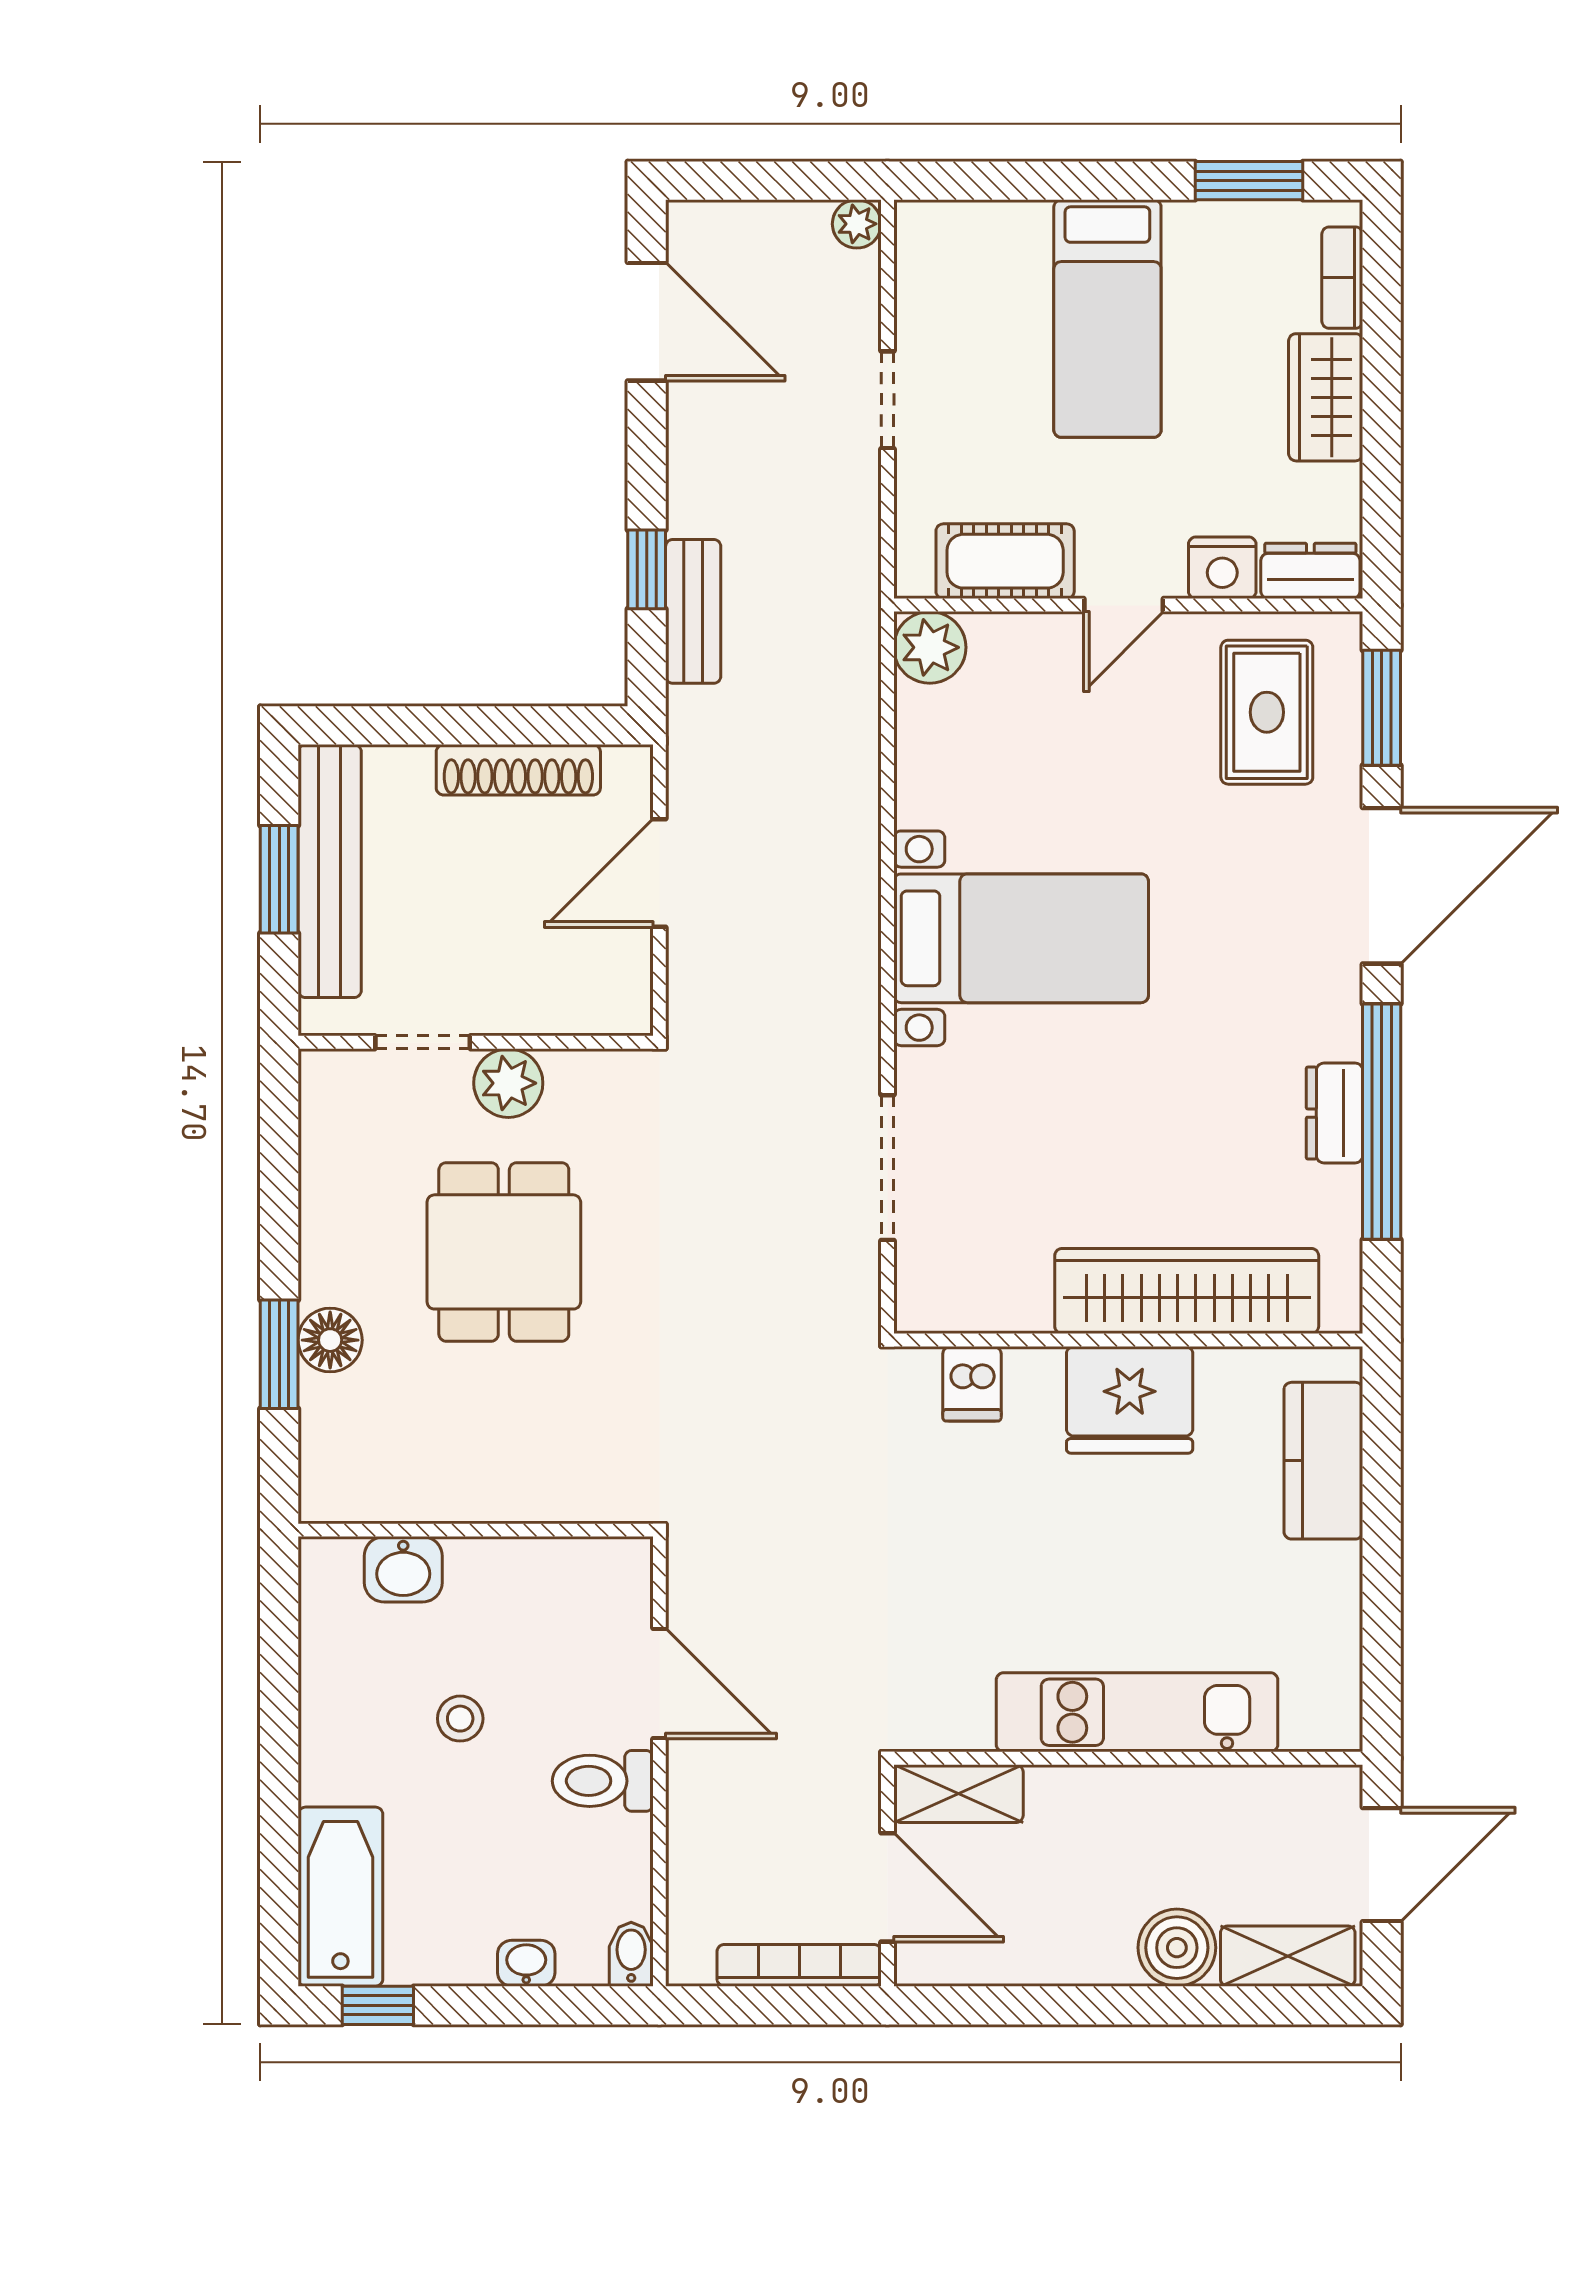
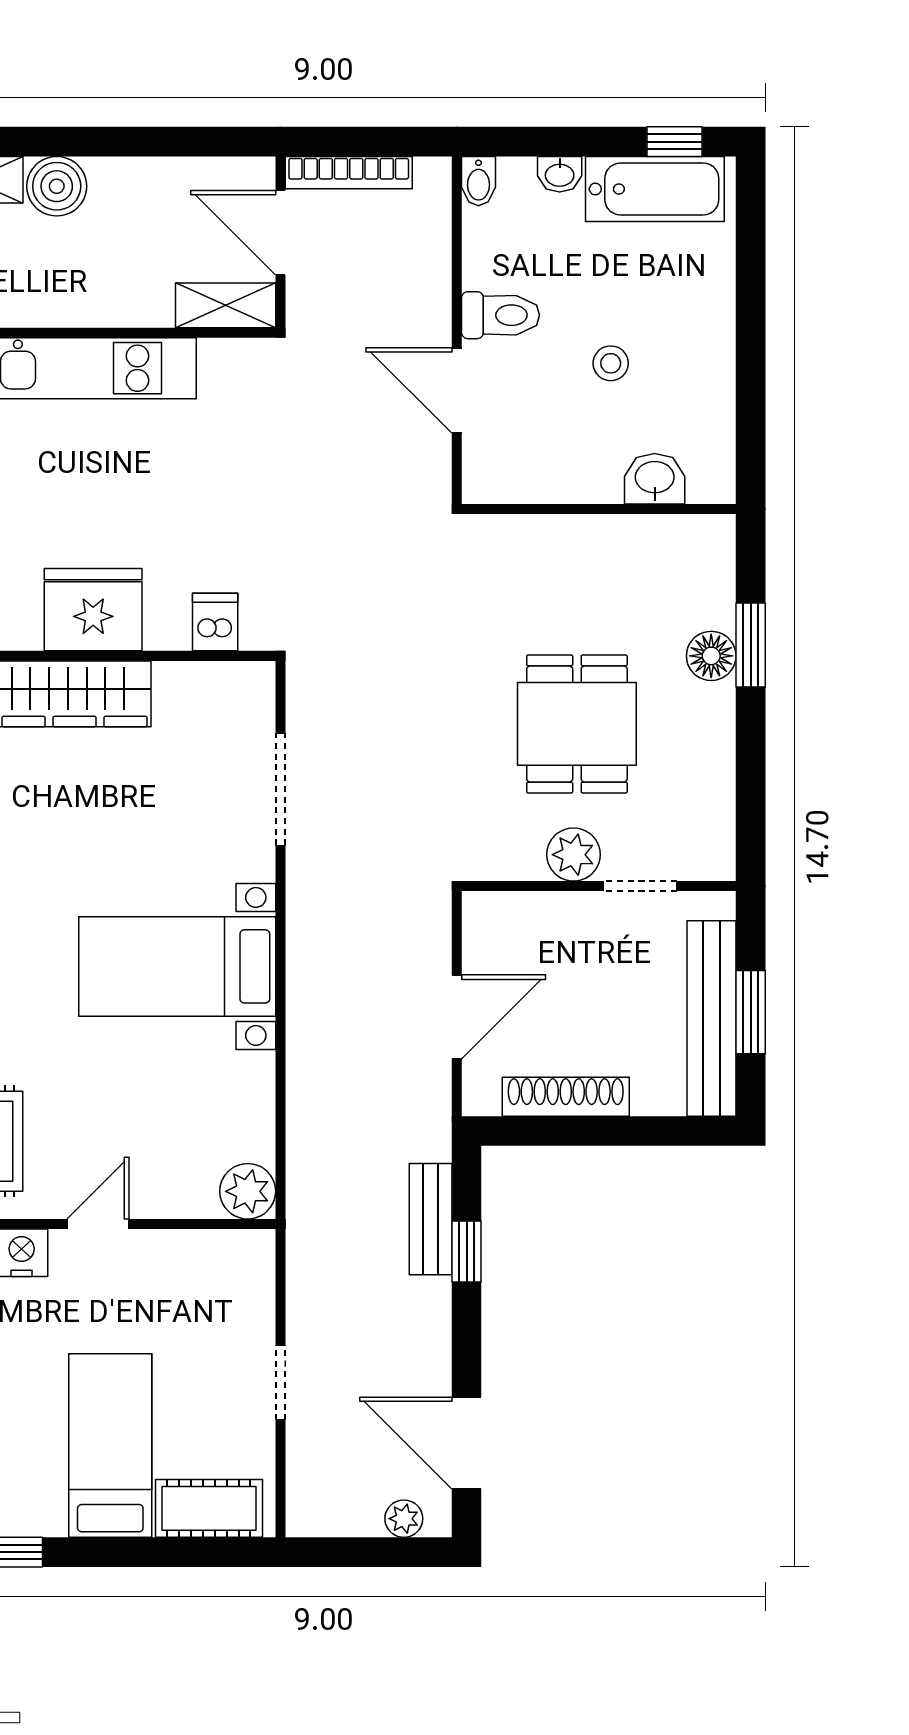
plant: (857, 224) -> (404, 1519), moved
cot: (1005, 561) -> (209, 1508), moved
bathtub: (340, 1897) -> (655, 189), moved, turned -90

